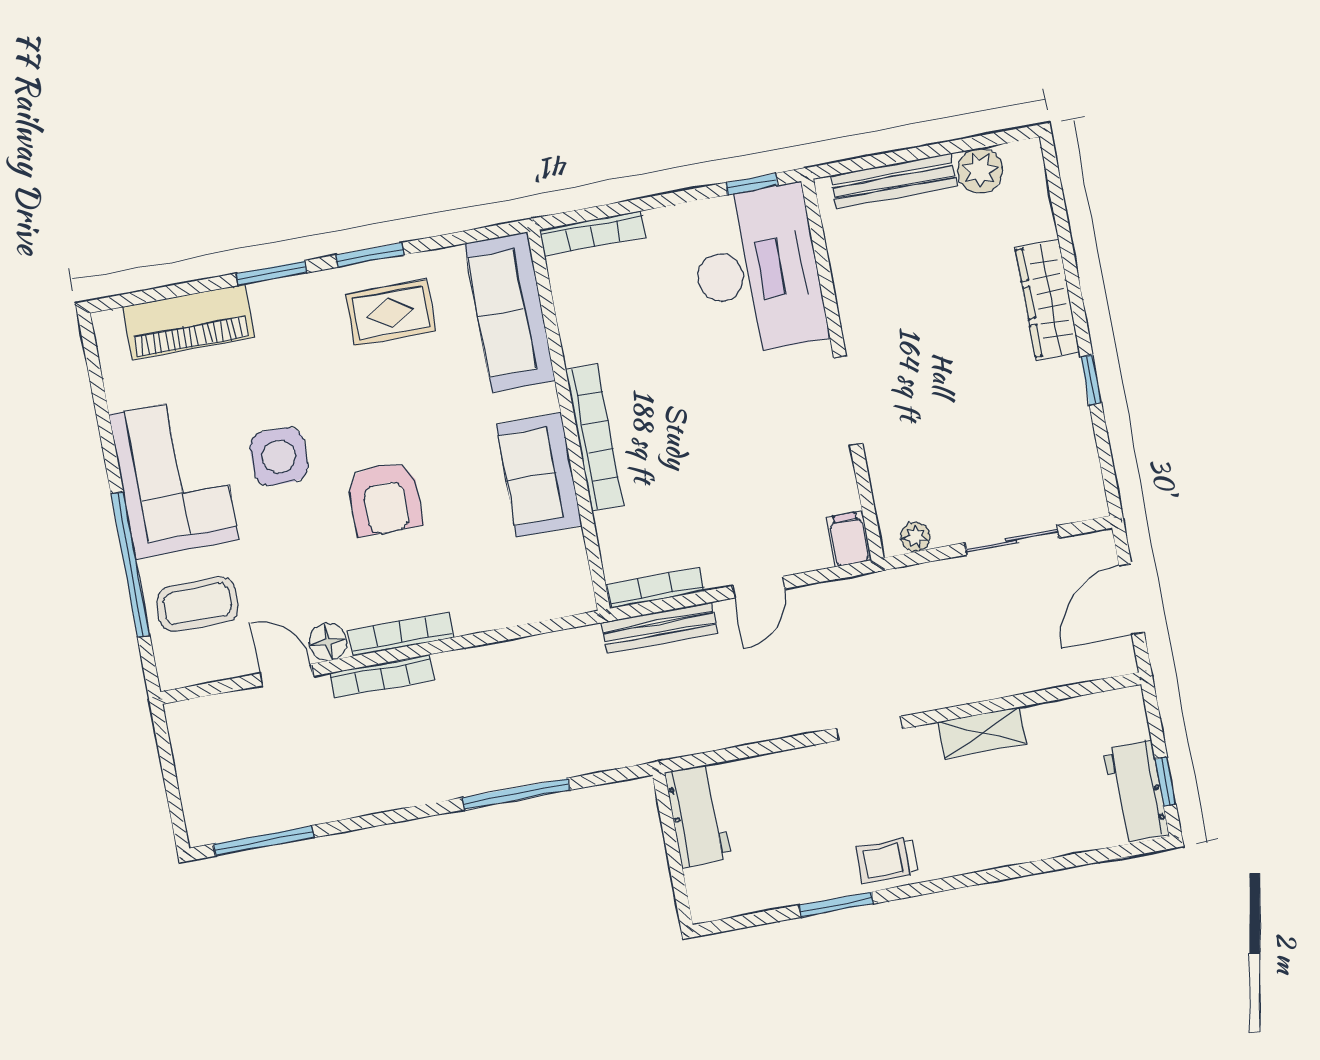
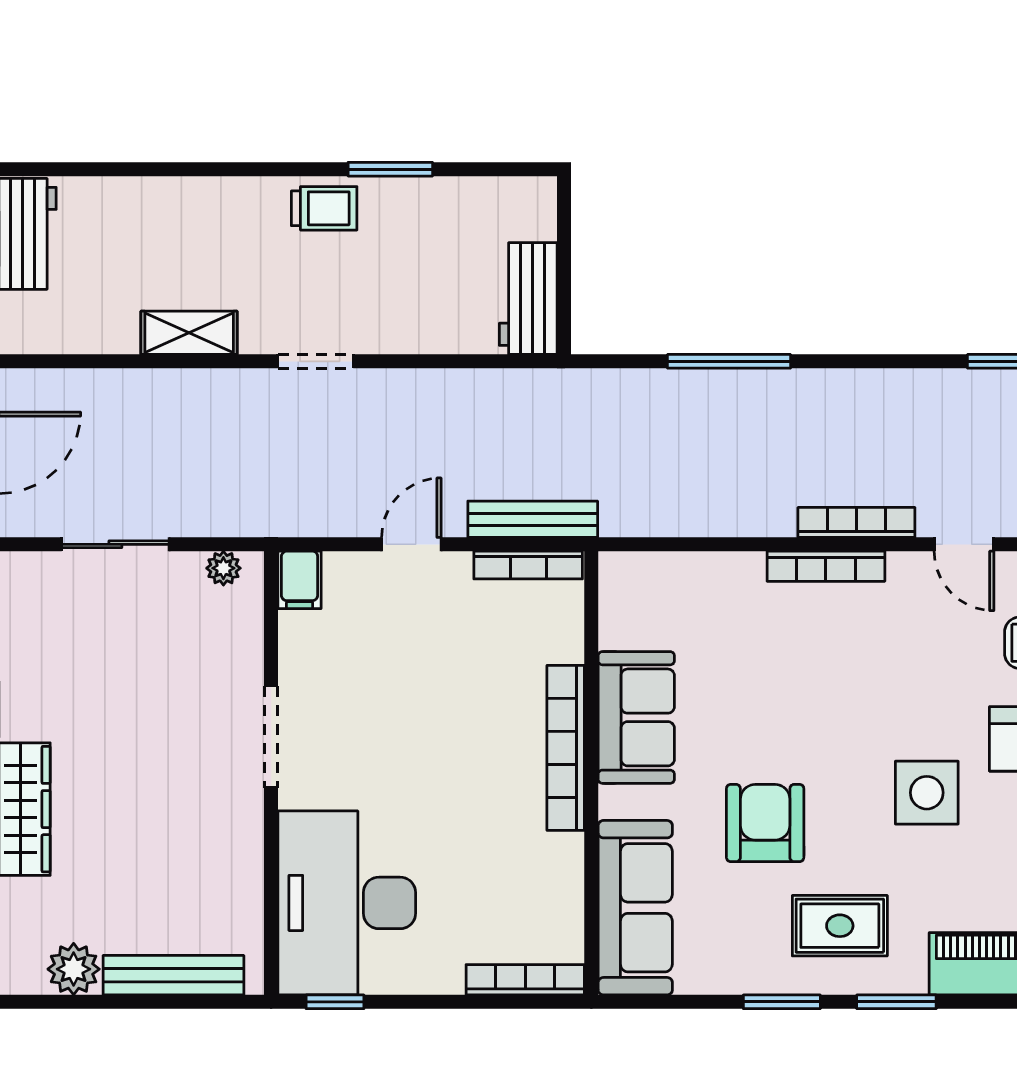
rug: (391, 313) -> (840, 926), moved
armchair: (385, 498) -> (765, 823), moved
floor lamp: (328, 642) -> (910, 573), removed

